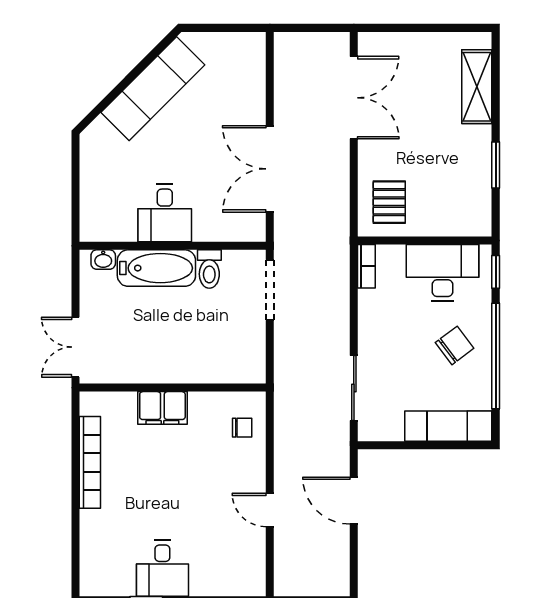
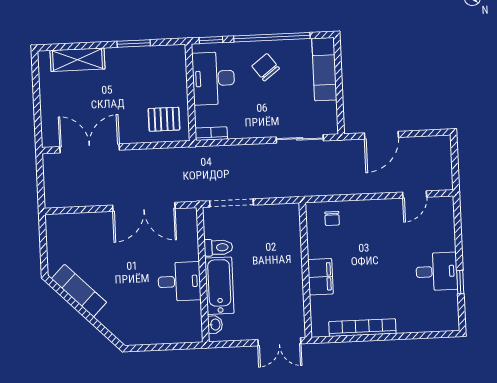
exam couch: (153, 89) -> (79, 291), width x0.73, depth x0.69
chair: (242, 428) -> (332, 218), turned 180
door: (270, 510) -> (415, 195), moved

